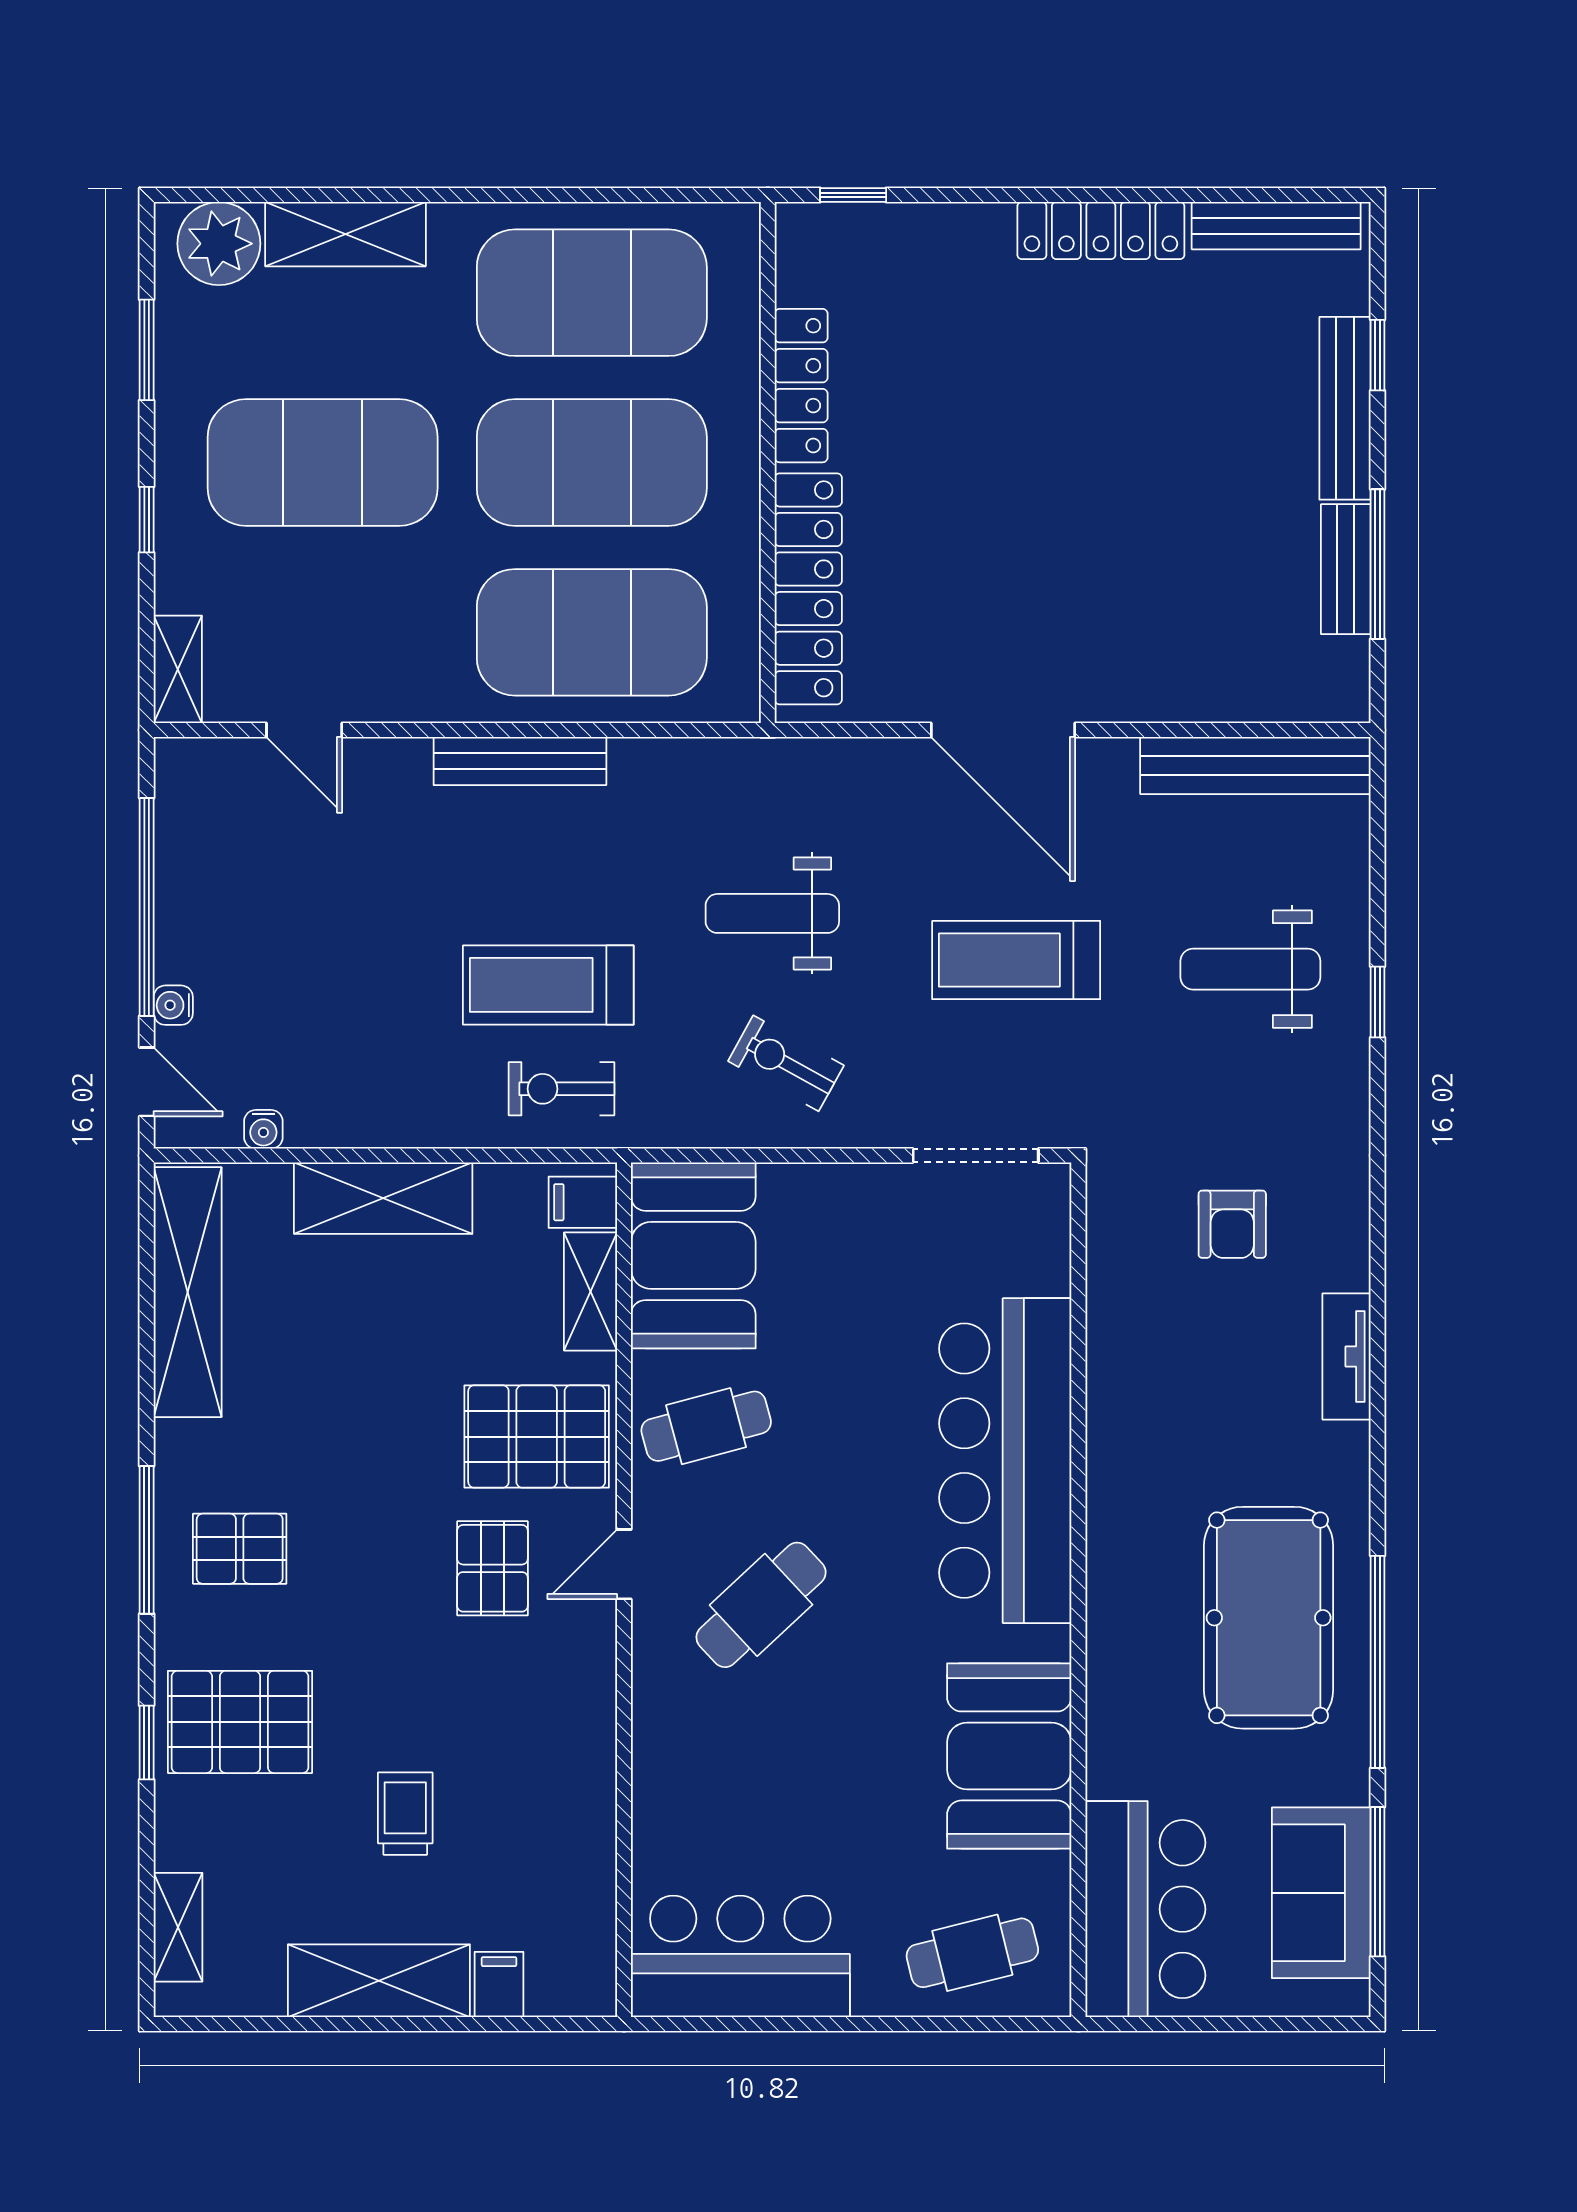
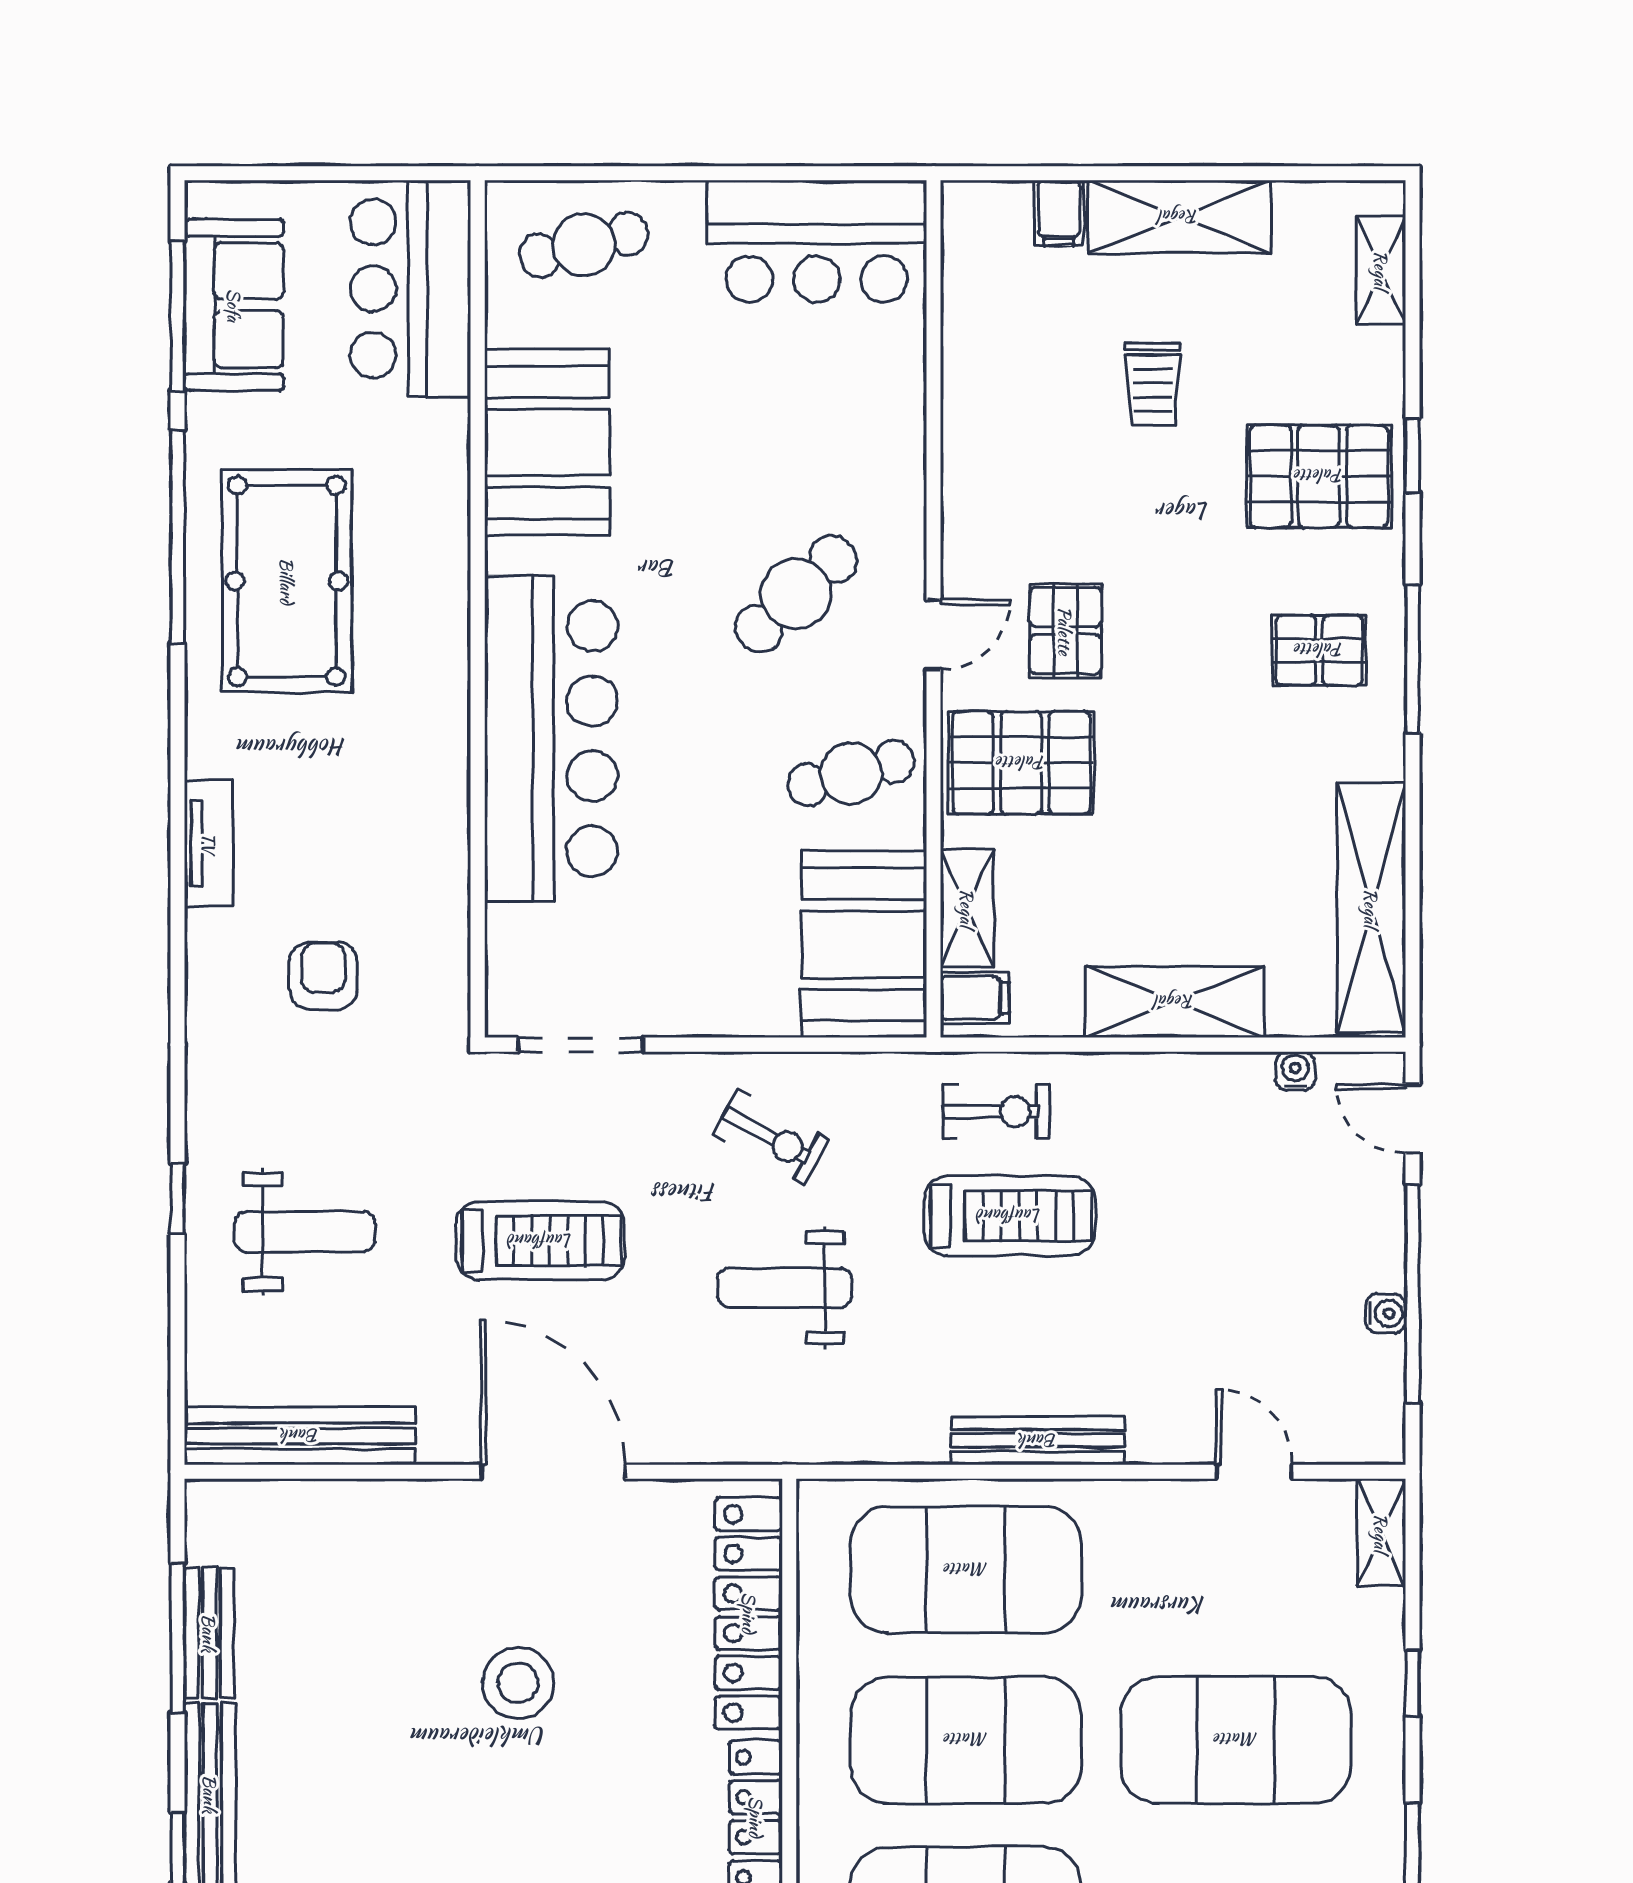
stool: (1038, 520) -> (518, 1683), added
weight bench: (772, 913) -> (785, 1288), turned 180
water cooler: (173, 1005) -> (1386, 1313), moved

